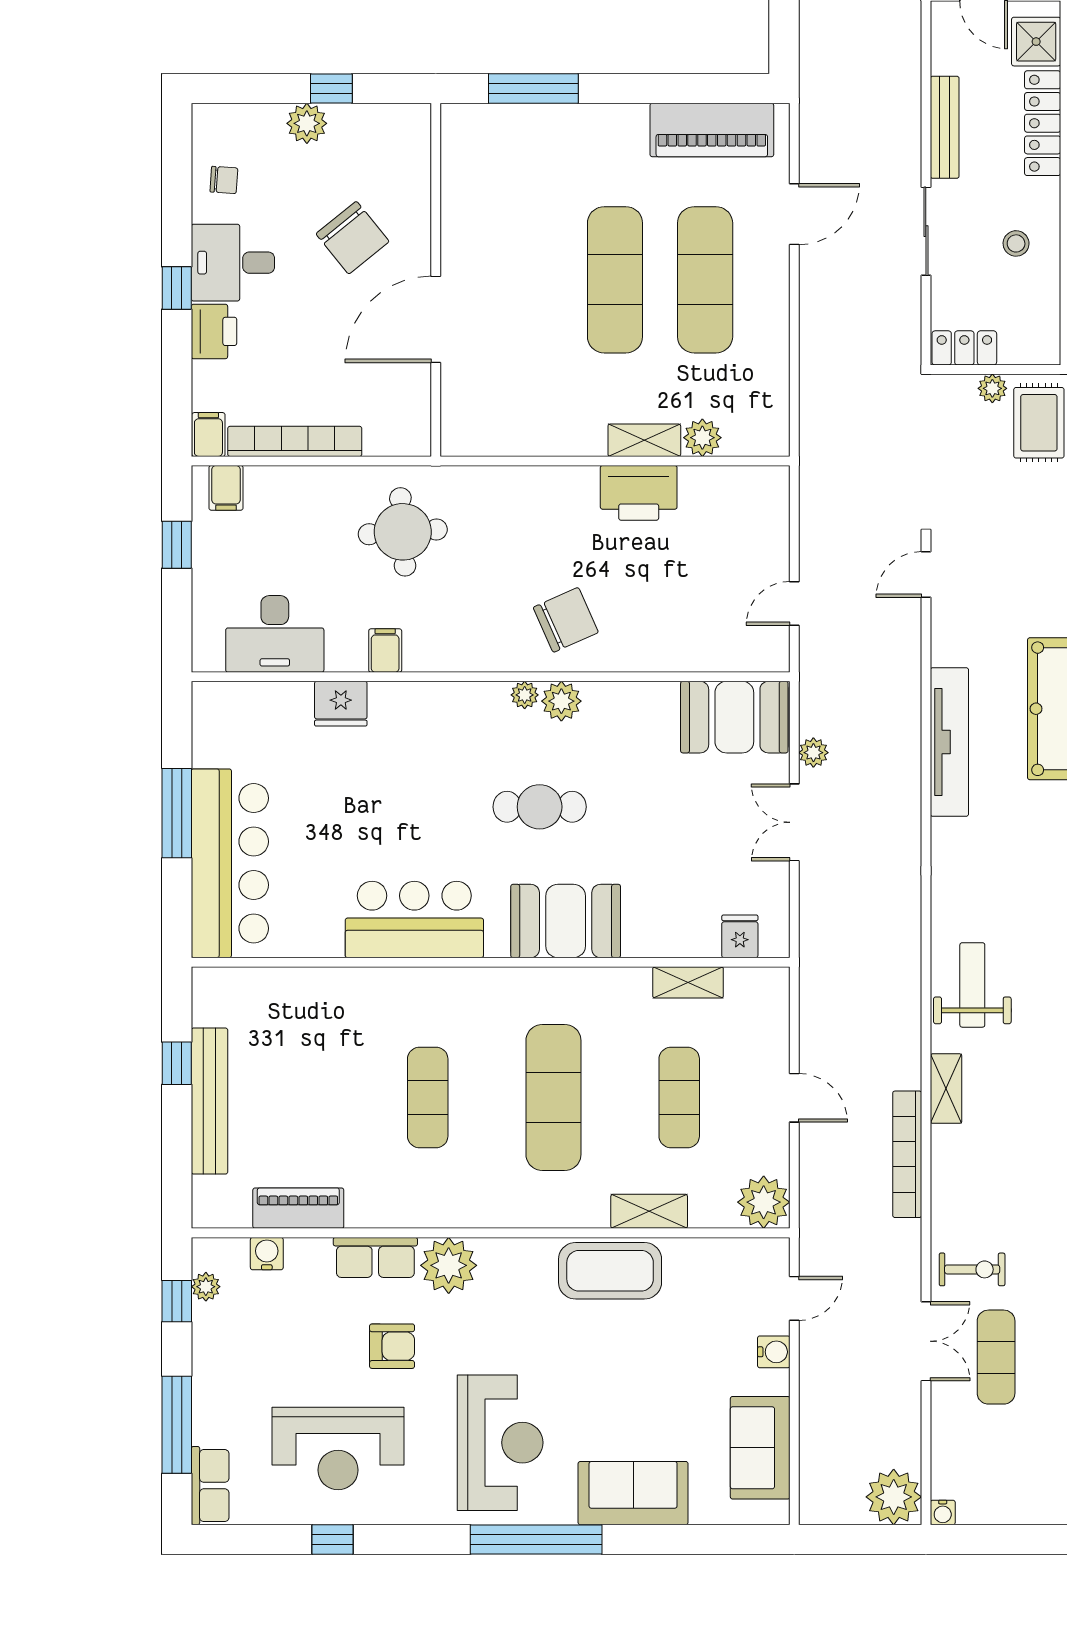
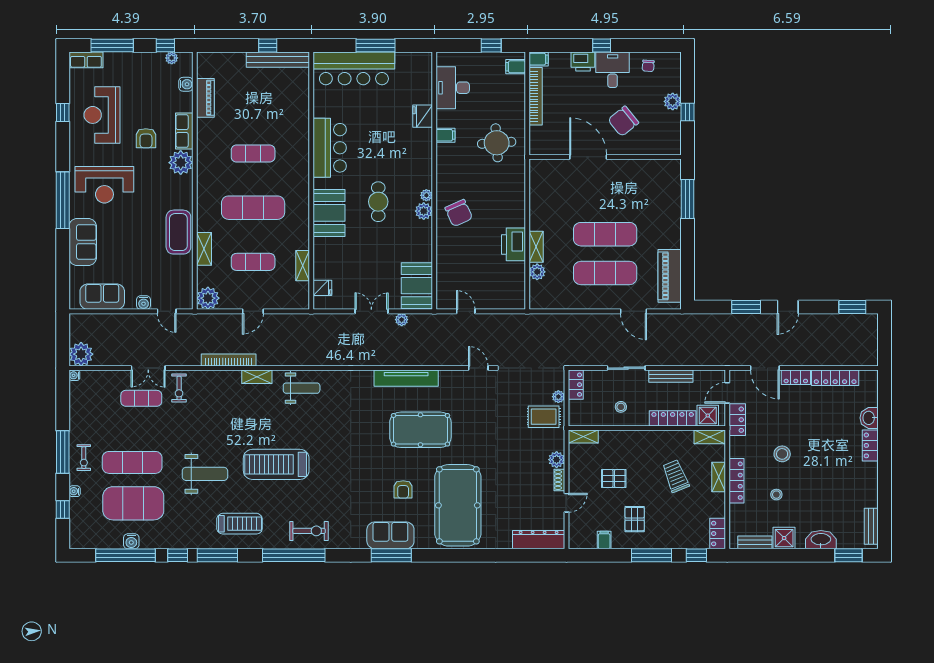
bench: (210, 1101) -> (278, 60), moved

